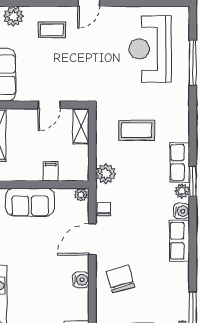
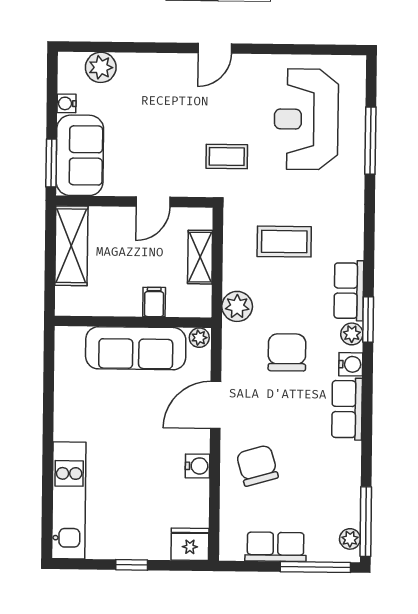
coffee table: (52, 30) -> (227, 156), moved
shelving: (81, 126) -> (200, 257), moved
sofa: (30, 202) -> (136, 348), width x1.36
chair: (104, 209) -> (287, 352), moved, width x1.87, depth x1.87

